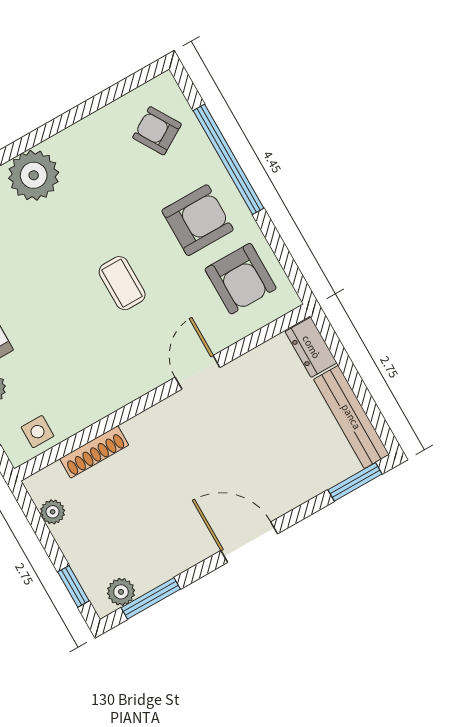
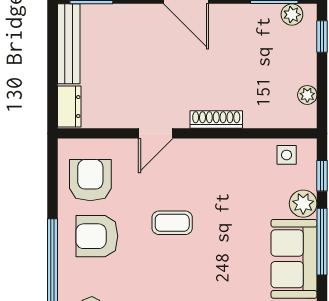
coffee table: (122, 283) -> (172, 223), turned 90
shoe rack: (94, 452) -> (216, 119), moved

